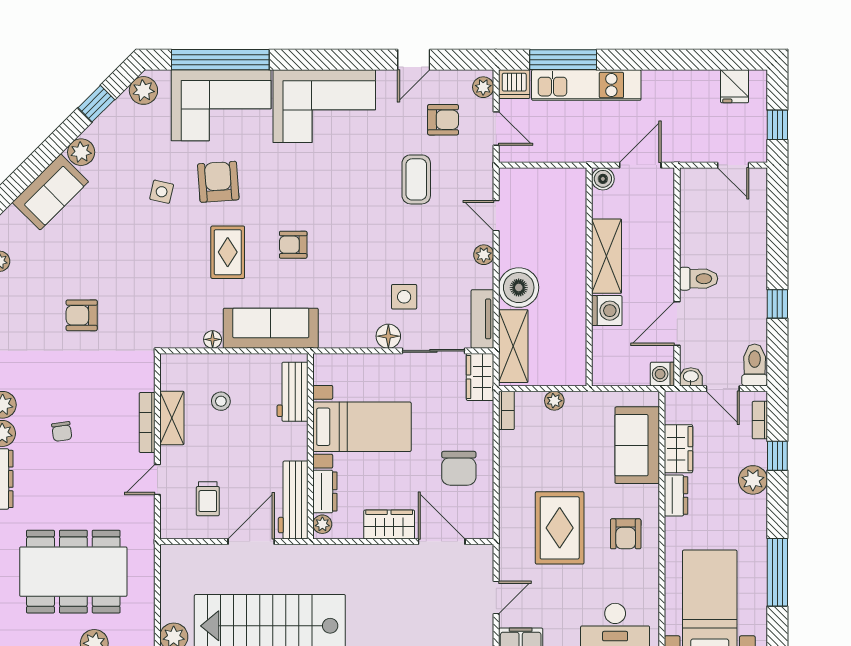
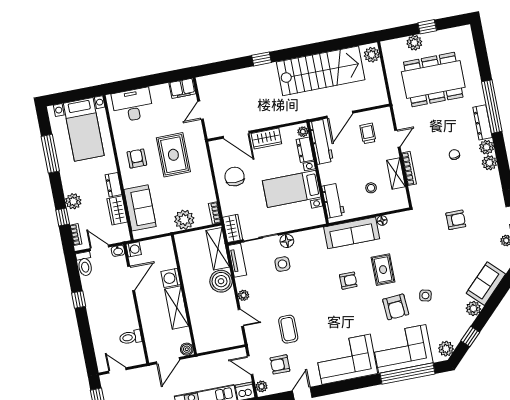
toilet: (699, 279) -> (130, 337), moved
plant: (554, 401) -> (184, 220), width x1.87, depth x1.87

